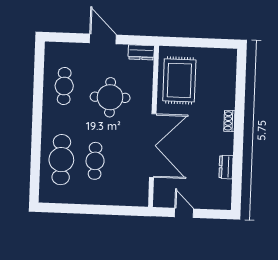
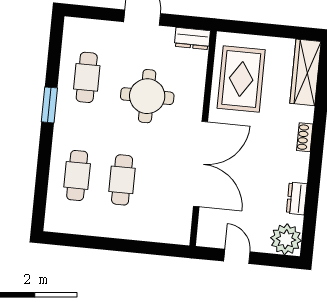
wardrobe: (227, 73) -> (305, 72), added
window: (37, 108) -> (49, 105), added
cafe table: (61, 160) -> (77, 175), width x0.73, depth x0.74
plant: (220, 198) -> (286, 239), added

